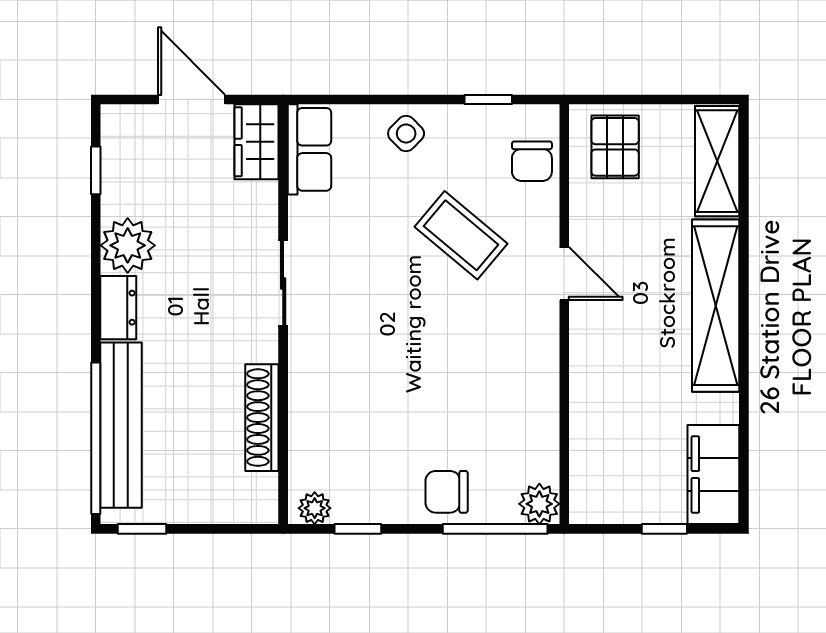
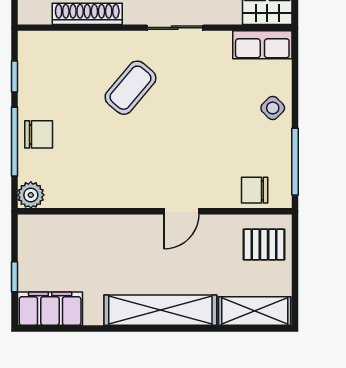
window: (488, 99) -> (295, 162), width x2.17
coffee table: (461, 235) -> (130, 88), moved
chair: (447, 492) -> (39, 134), turned 90
plant: (315, 508) -> (28, 48), removed
window: (495, 529) -> (15, 142), moved

